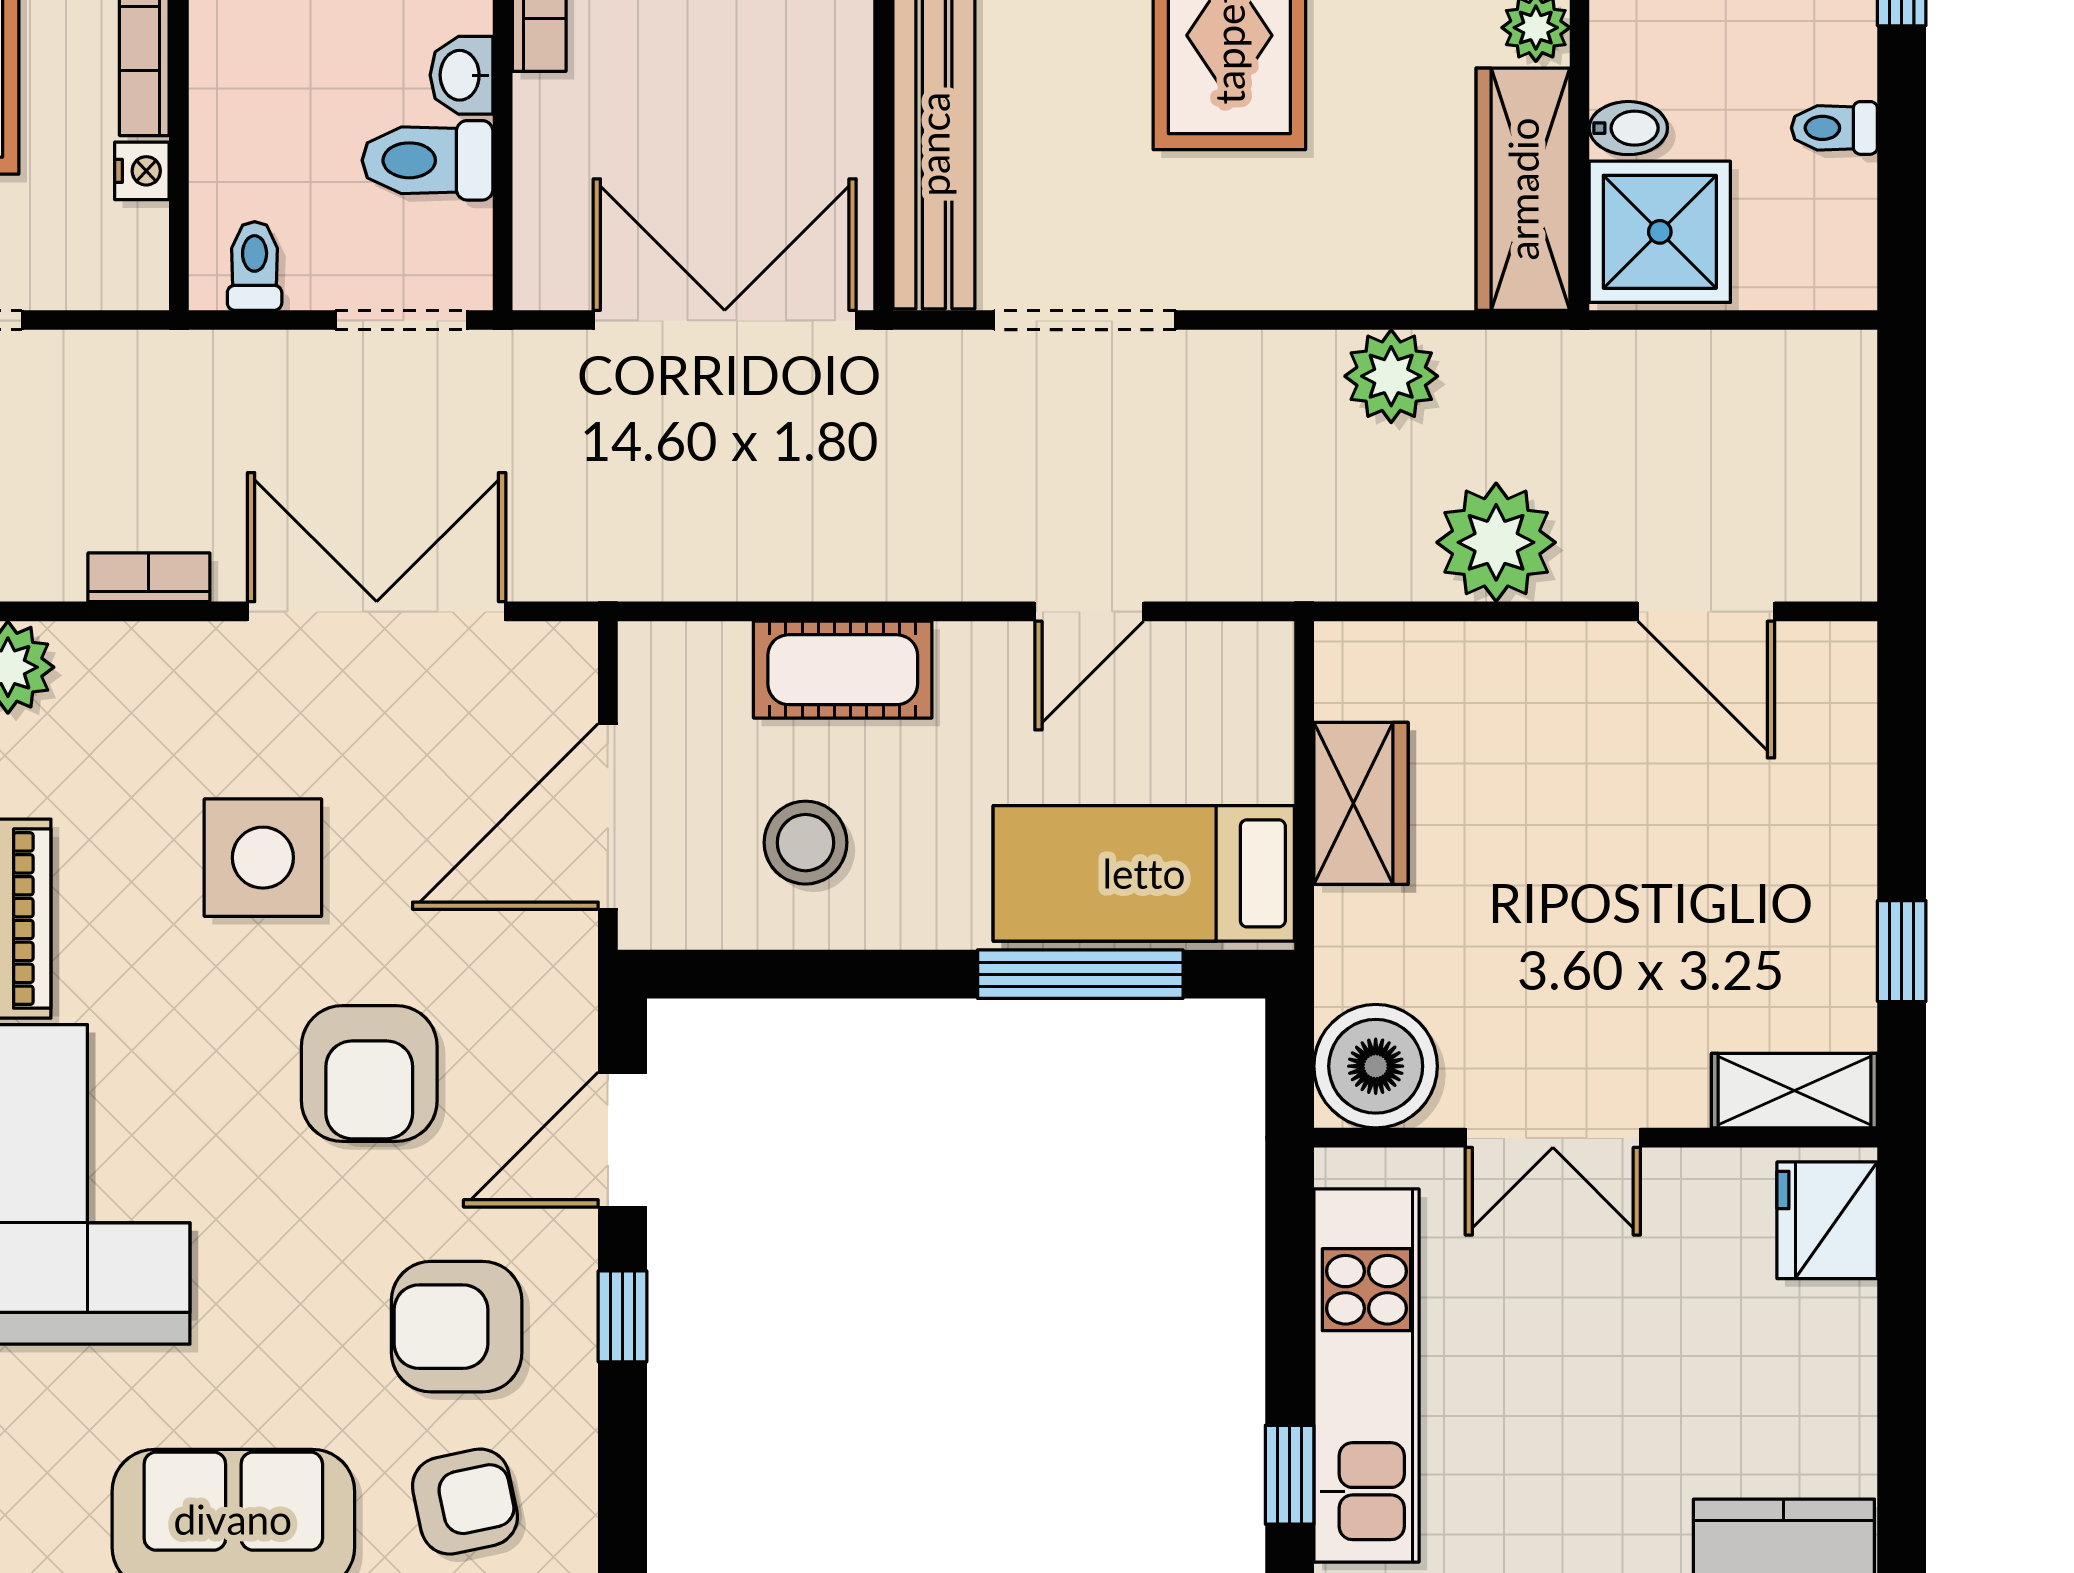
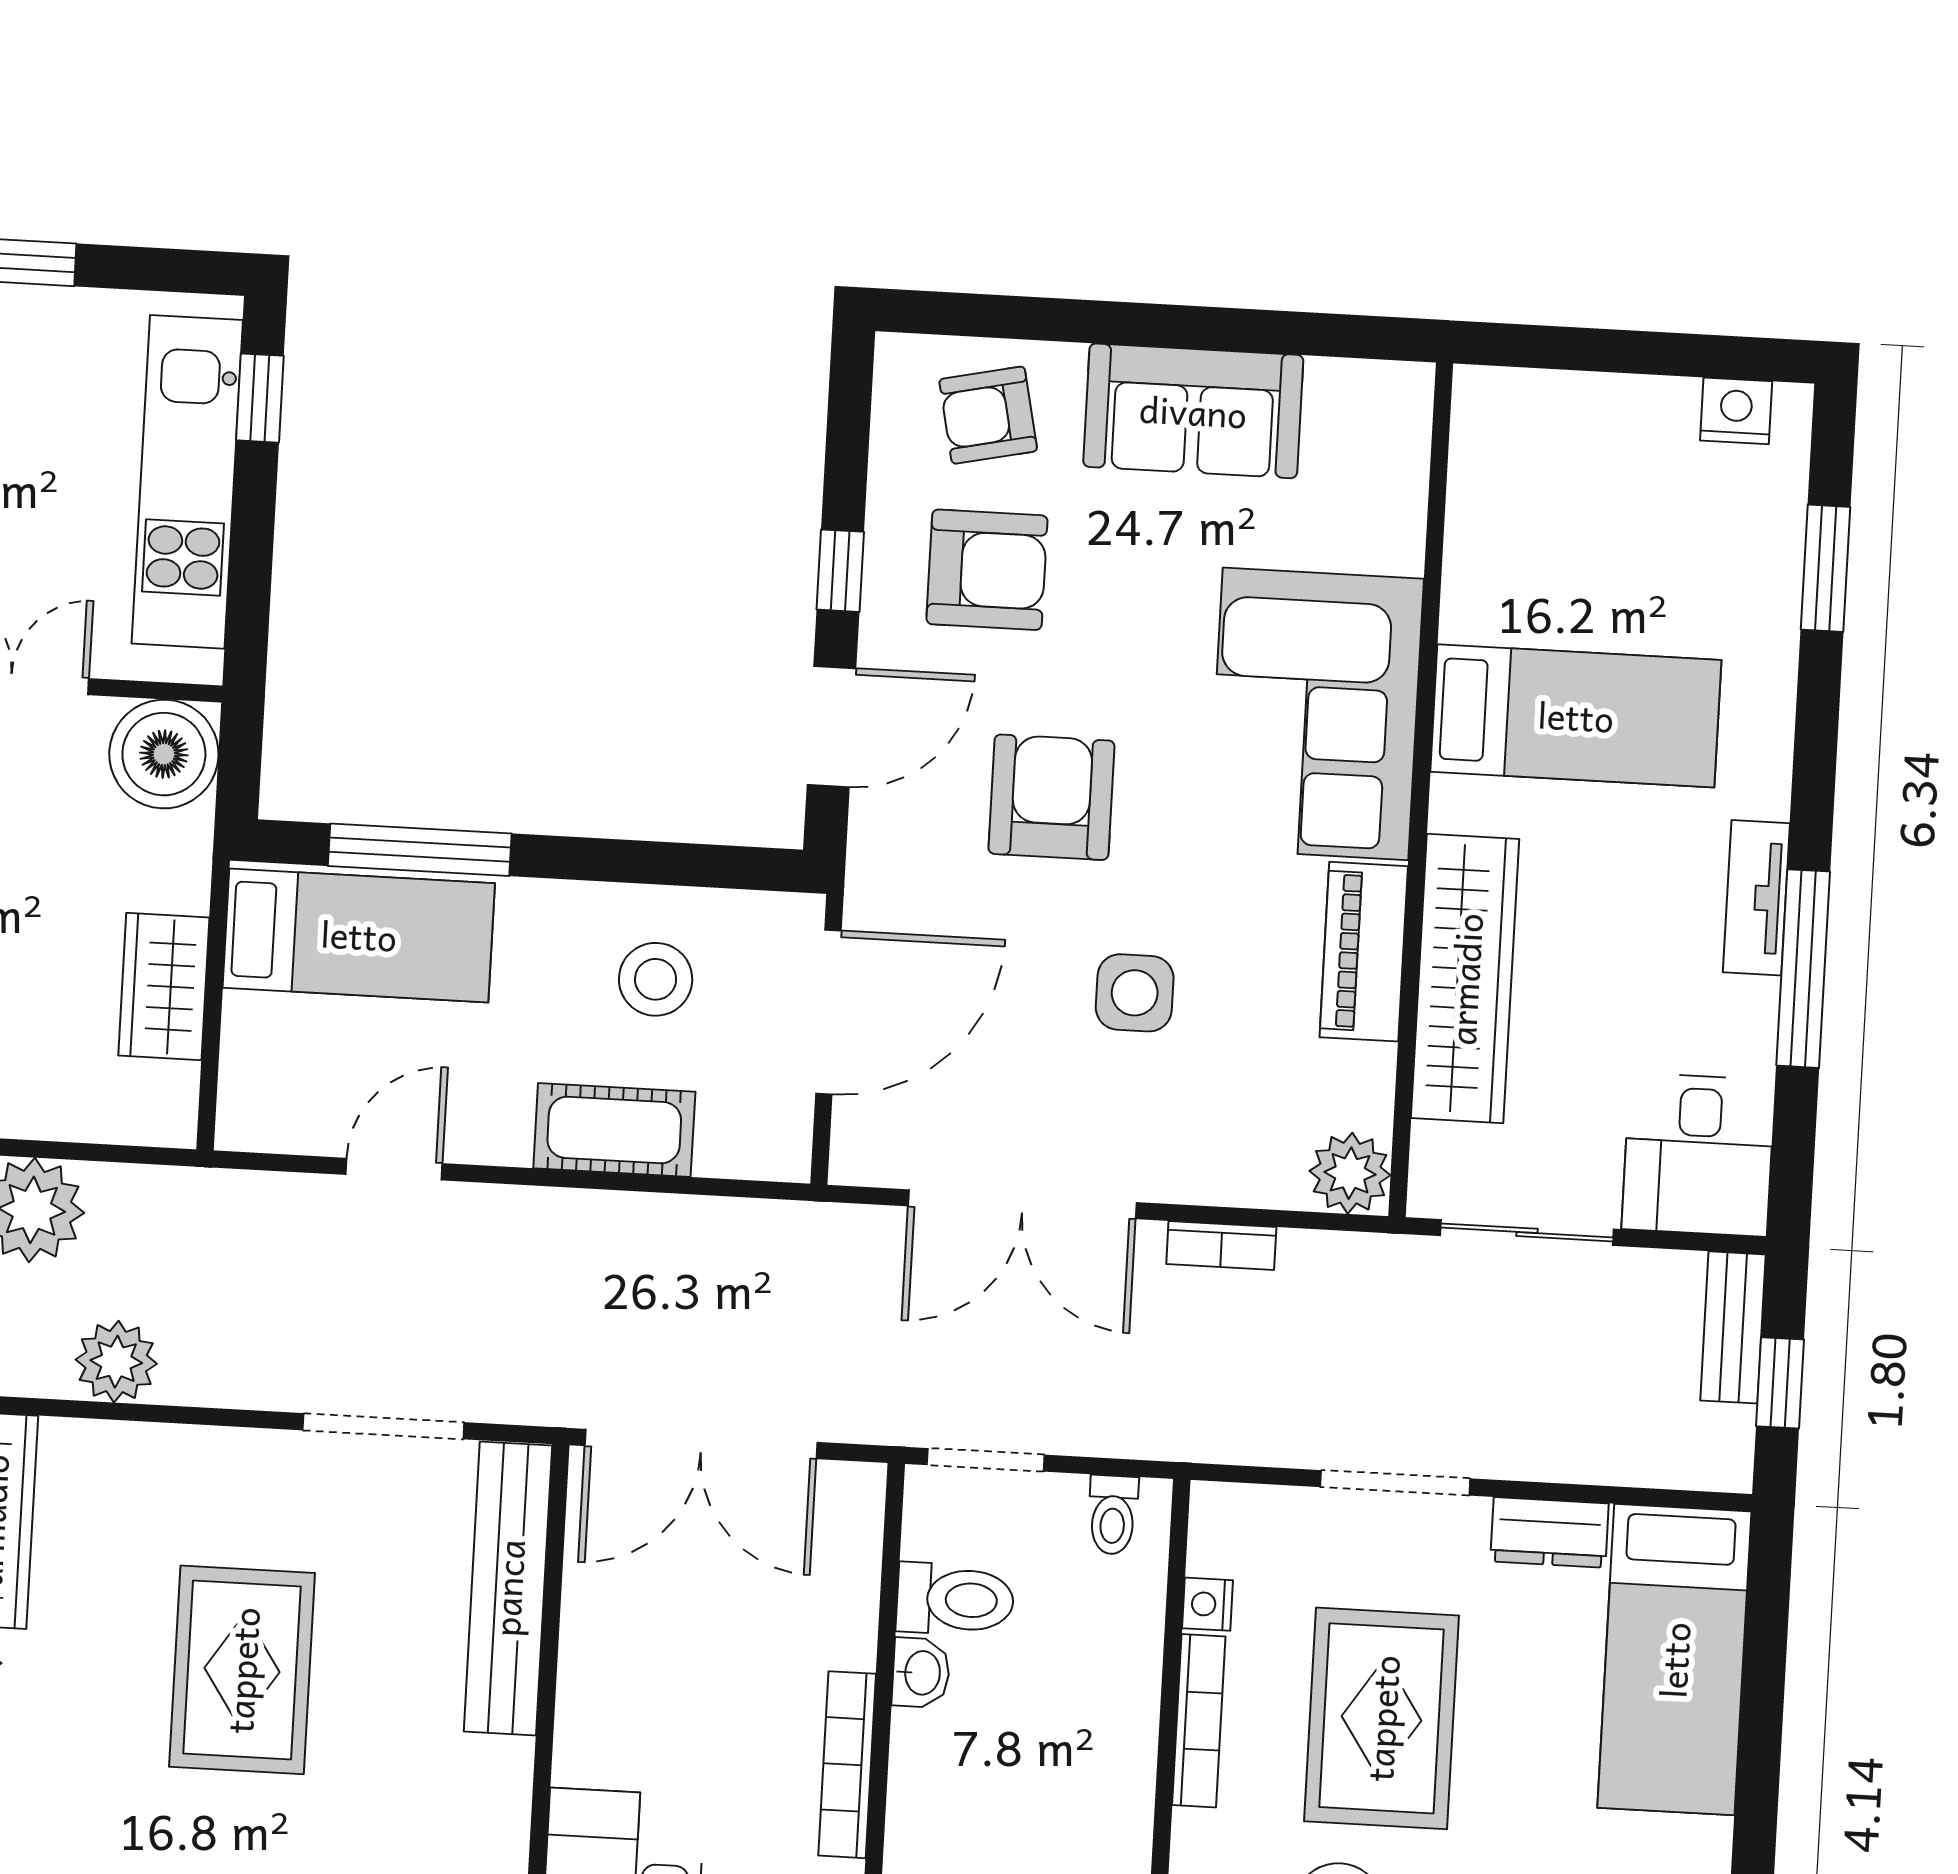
side table: (263, 858) -> (1135, 993), width x0.73, depth x0.73

